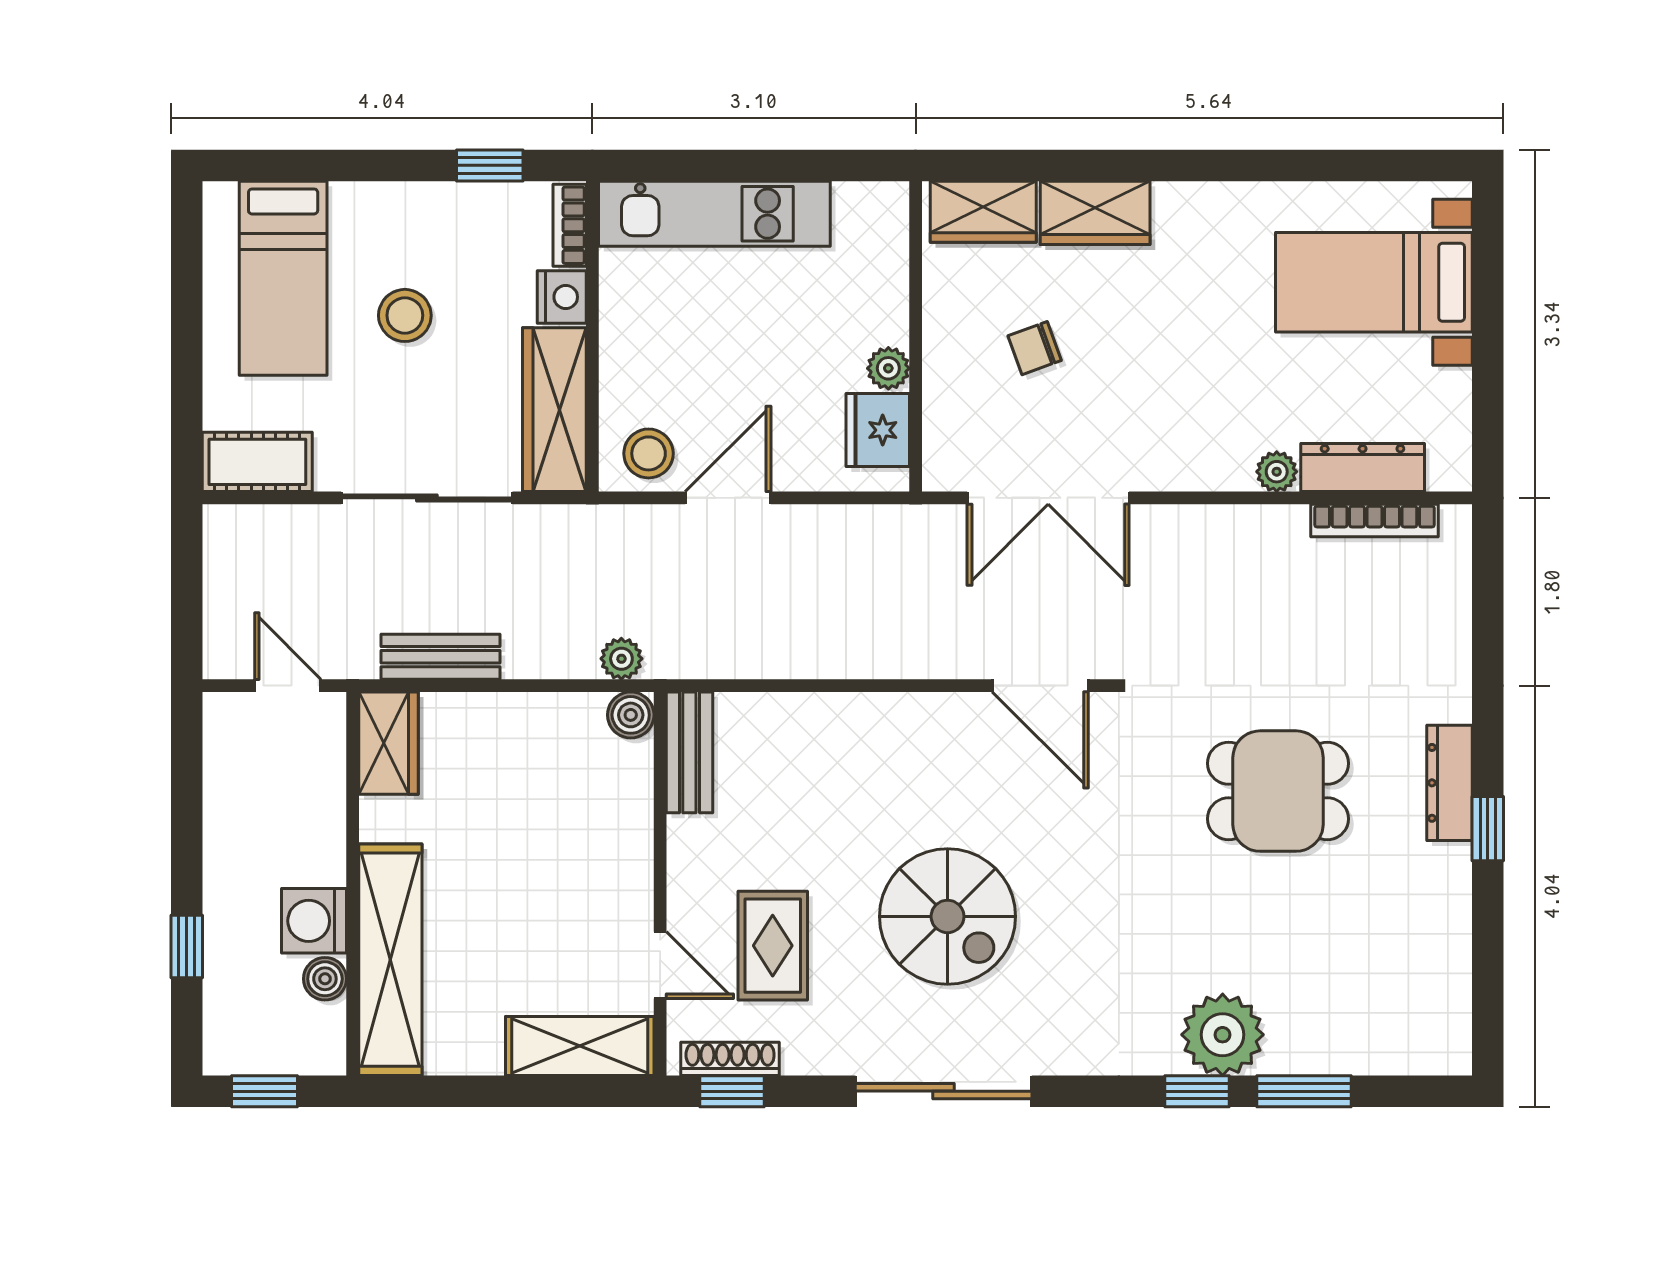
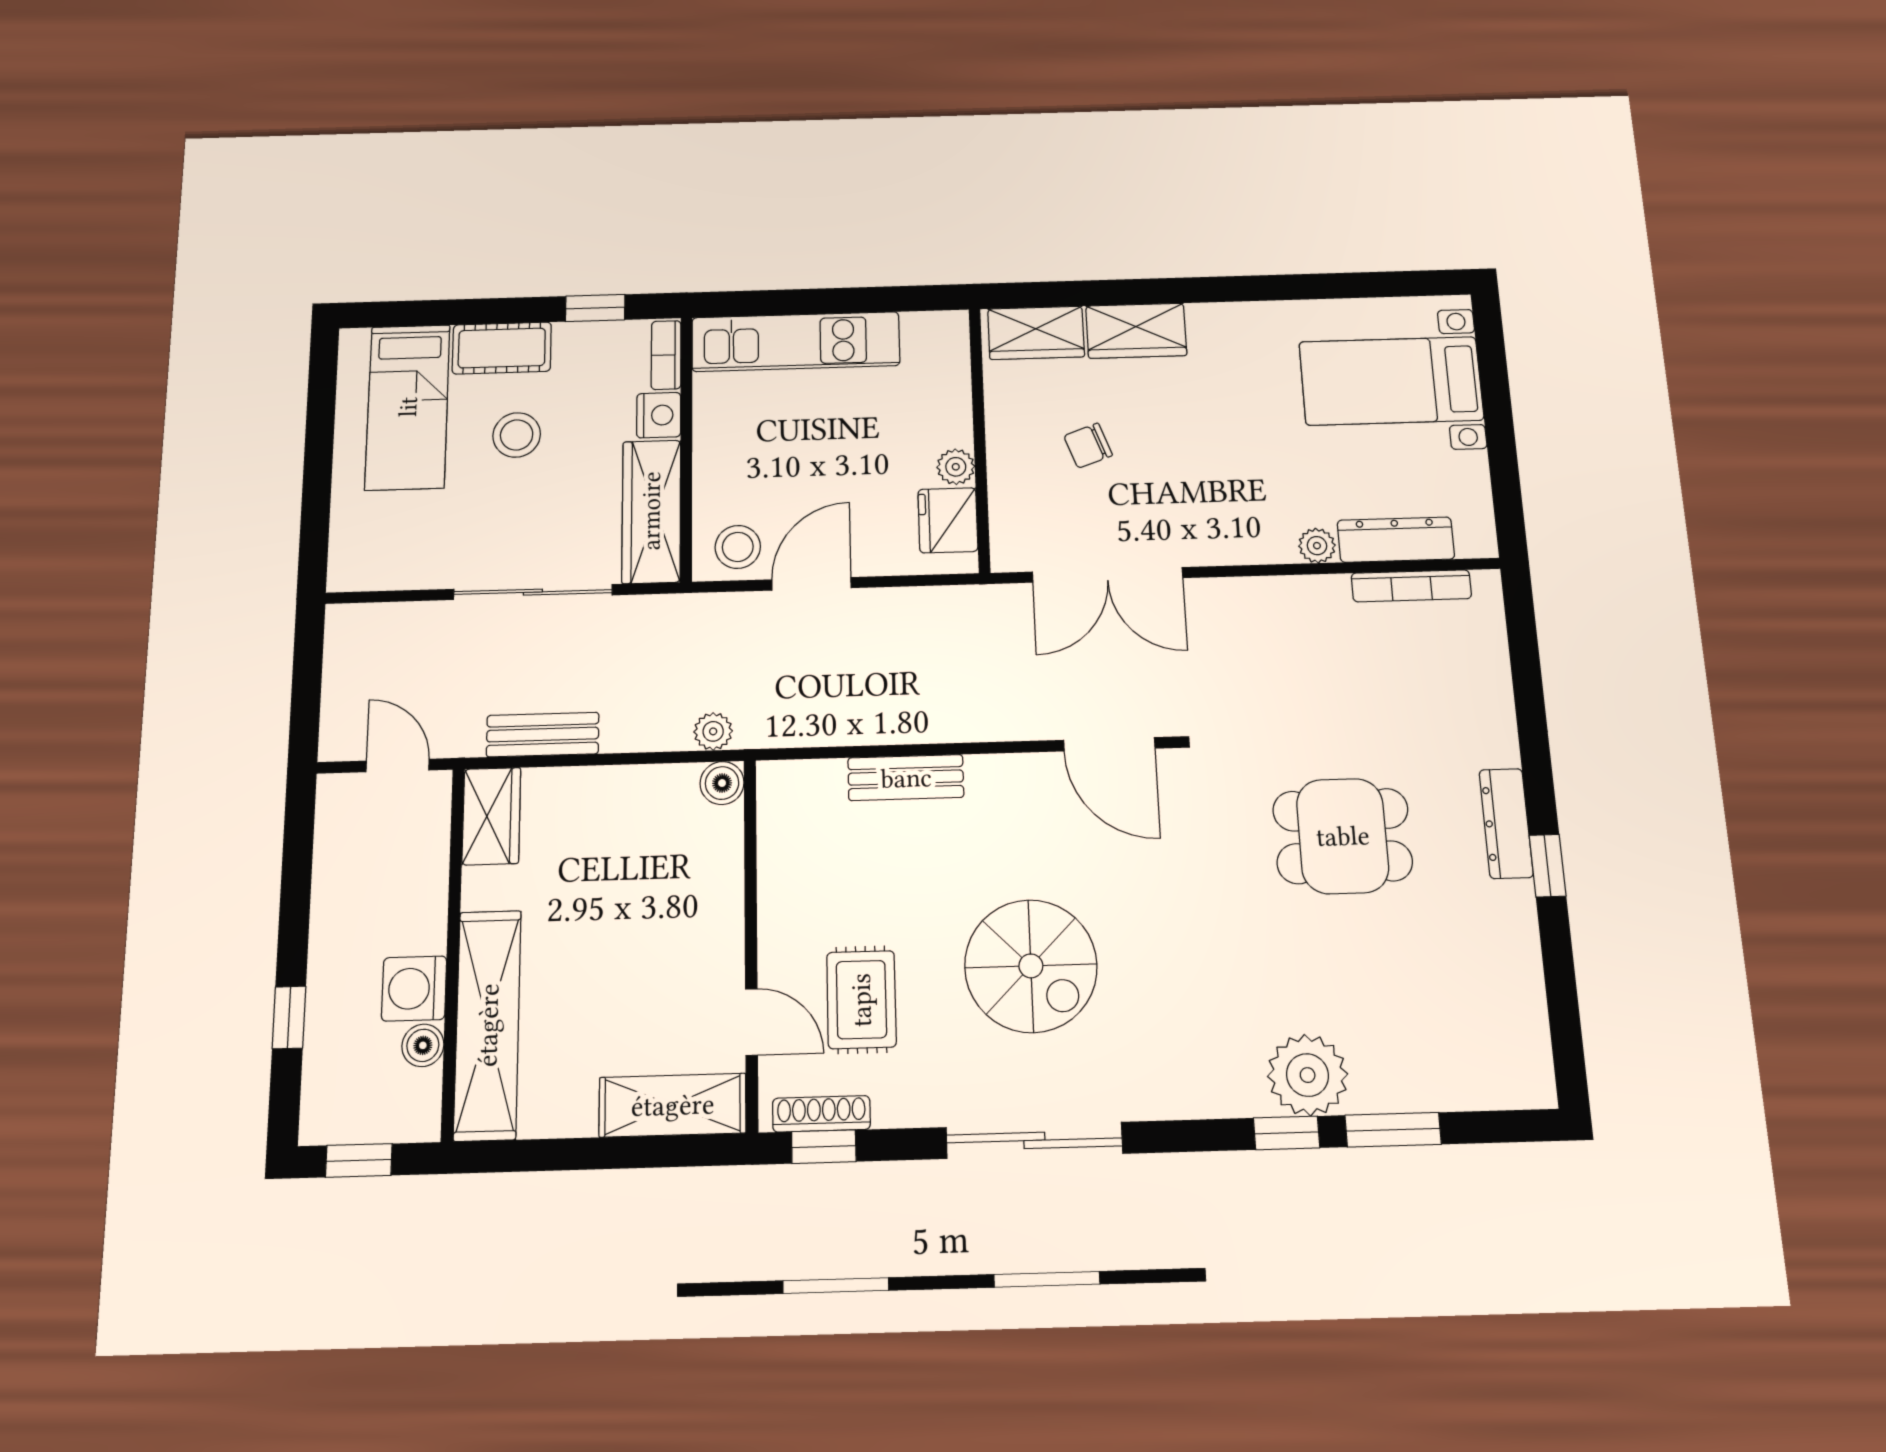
cot: (257, 462) -> (502, 348), moved
bench: (689, 752) -> (906, 778), moved, turned 90

